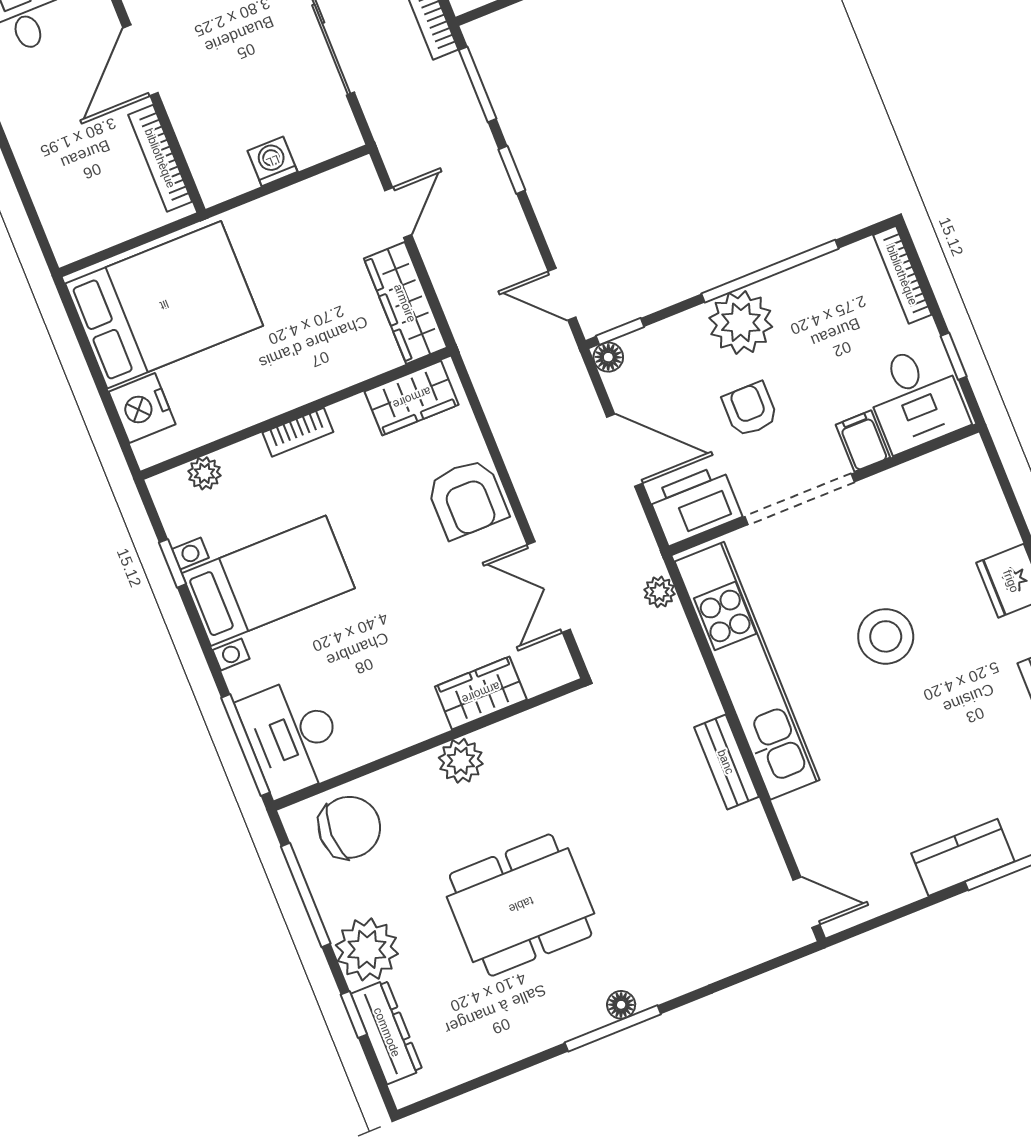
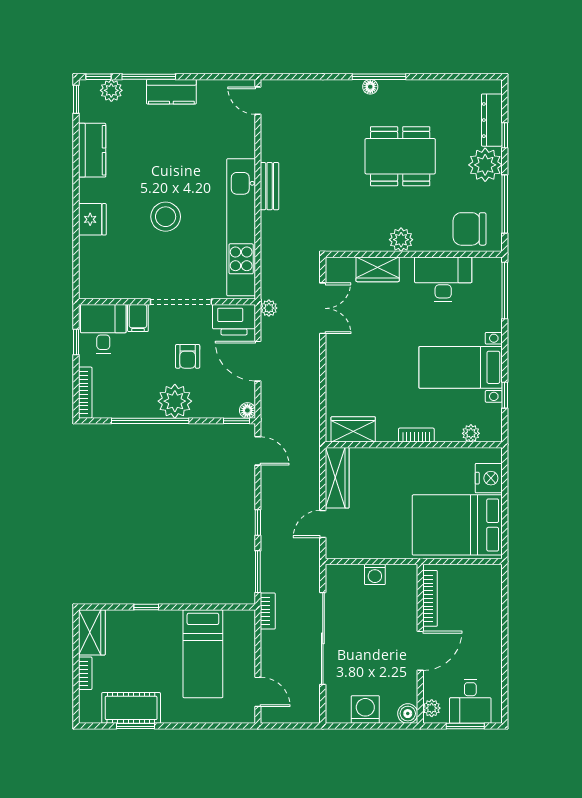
armchair: (467, 499) -> (346, 368), removed
plant: (659, 592) -> (269, 308), moved
desk: (292, 736) -> (443, 279), moved, turned -90

